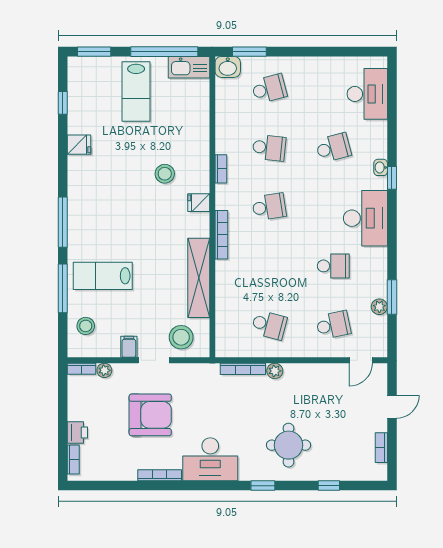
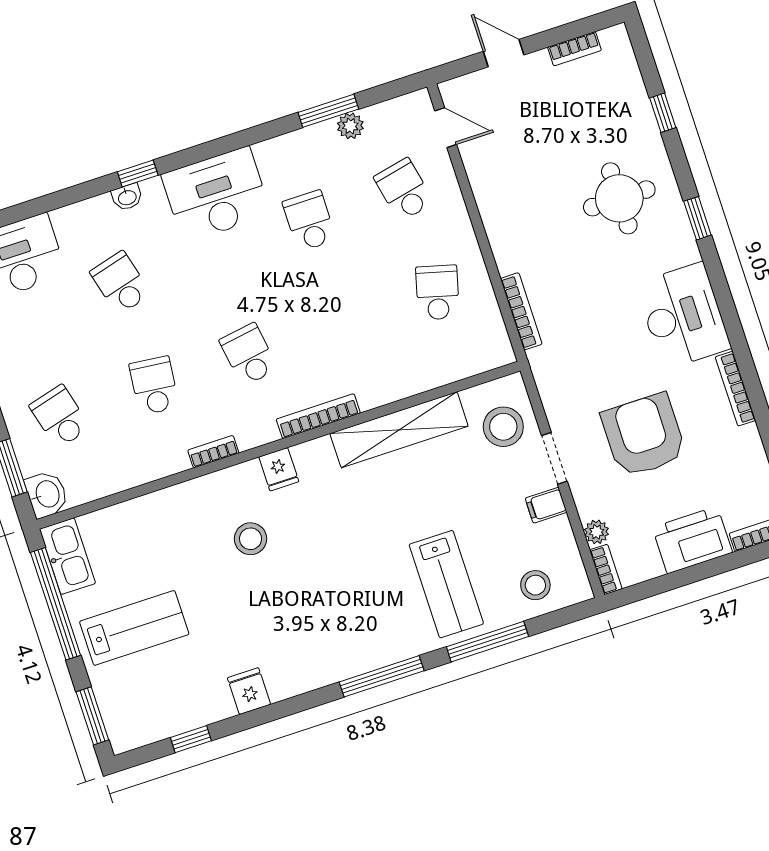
plant: (275, 371) -> (508, 259), removed
printer: (77, 432) -> (692, 540), width x1.87, depth x1.48

